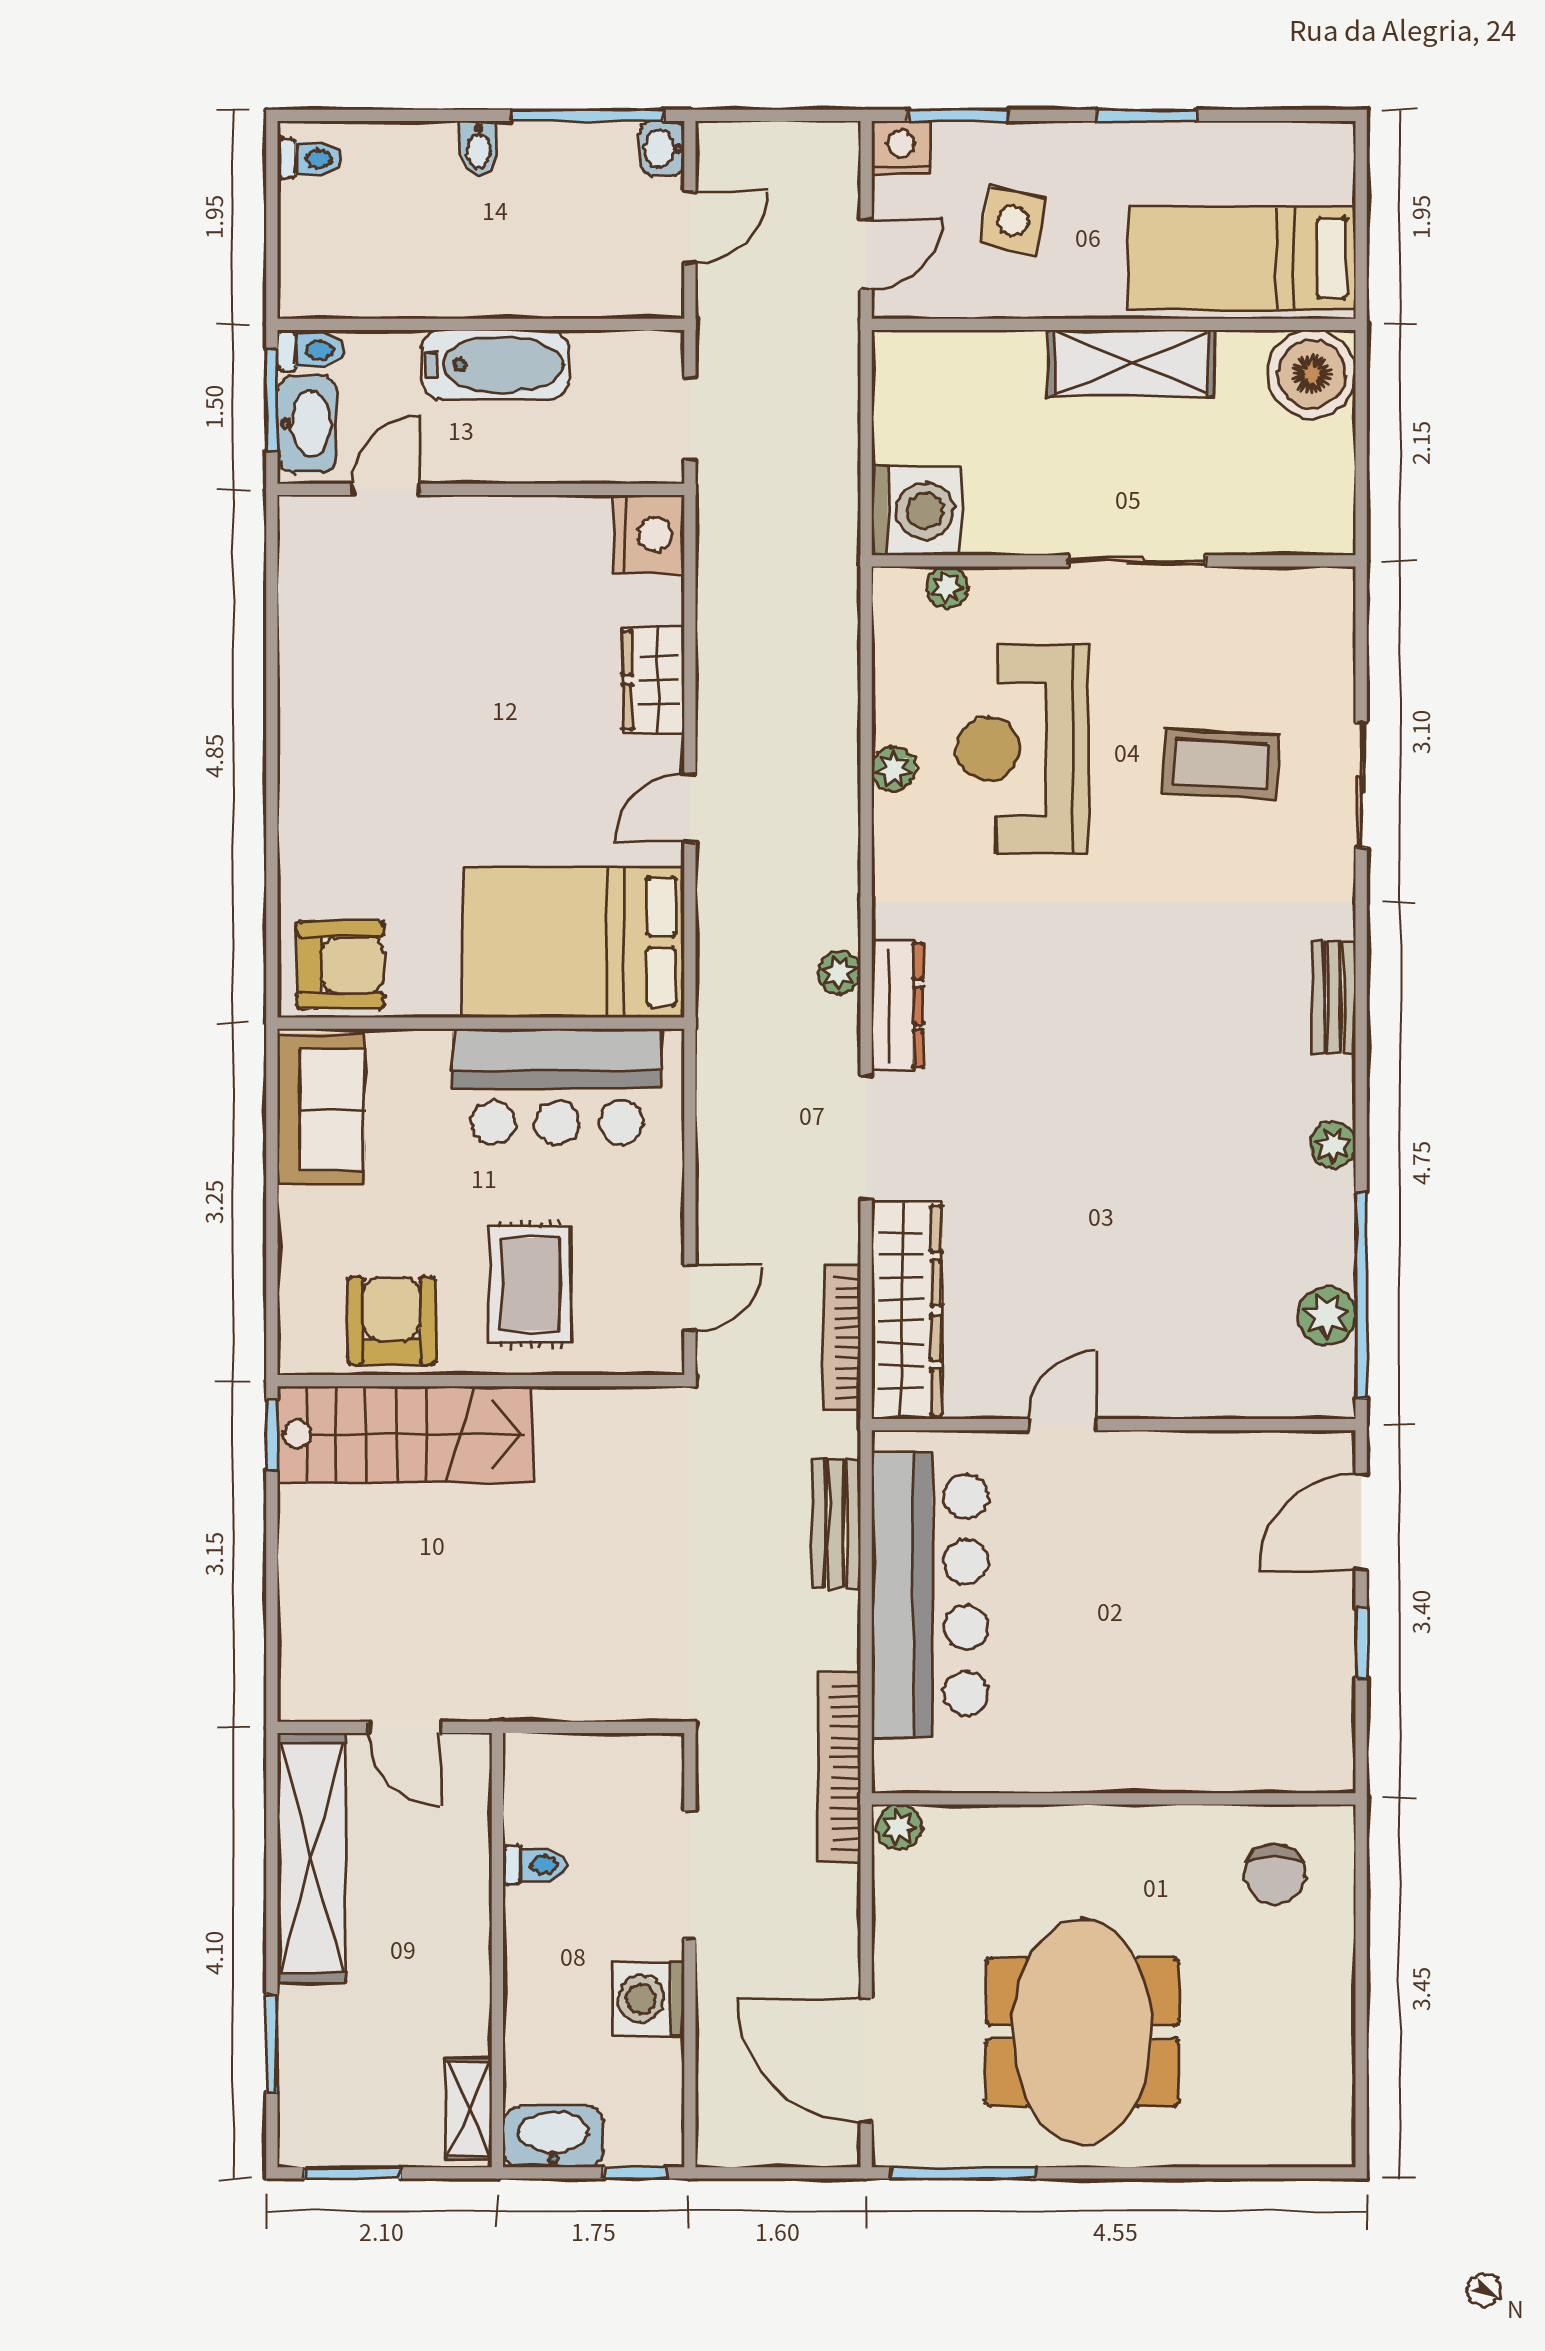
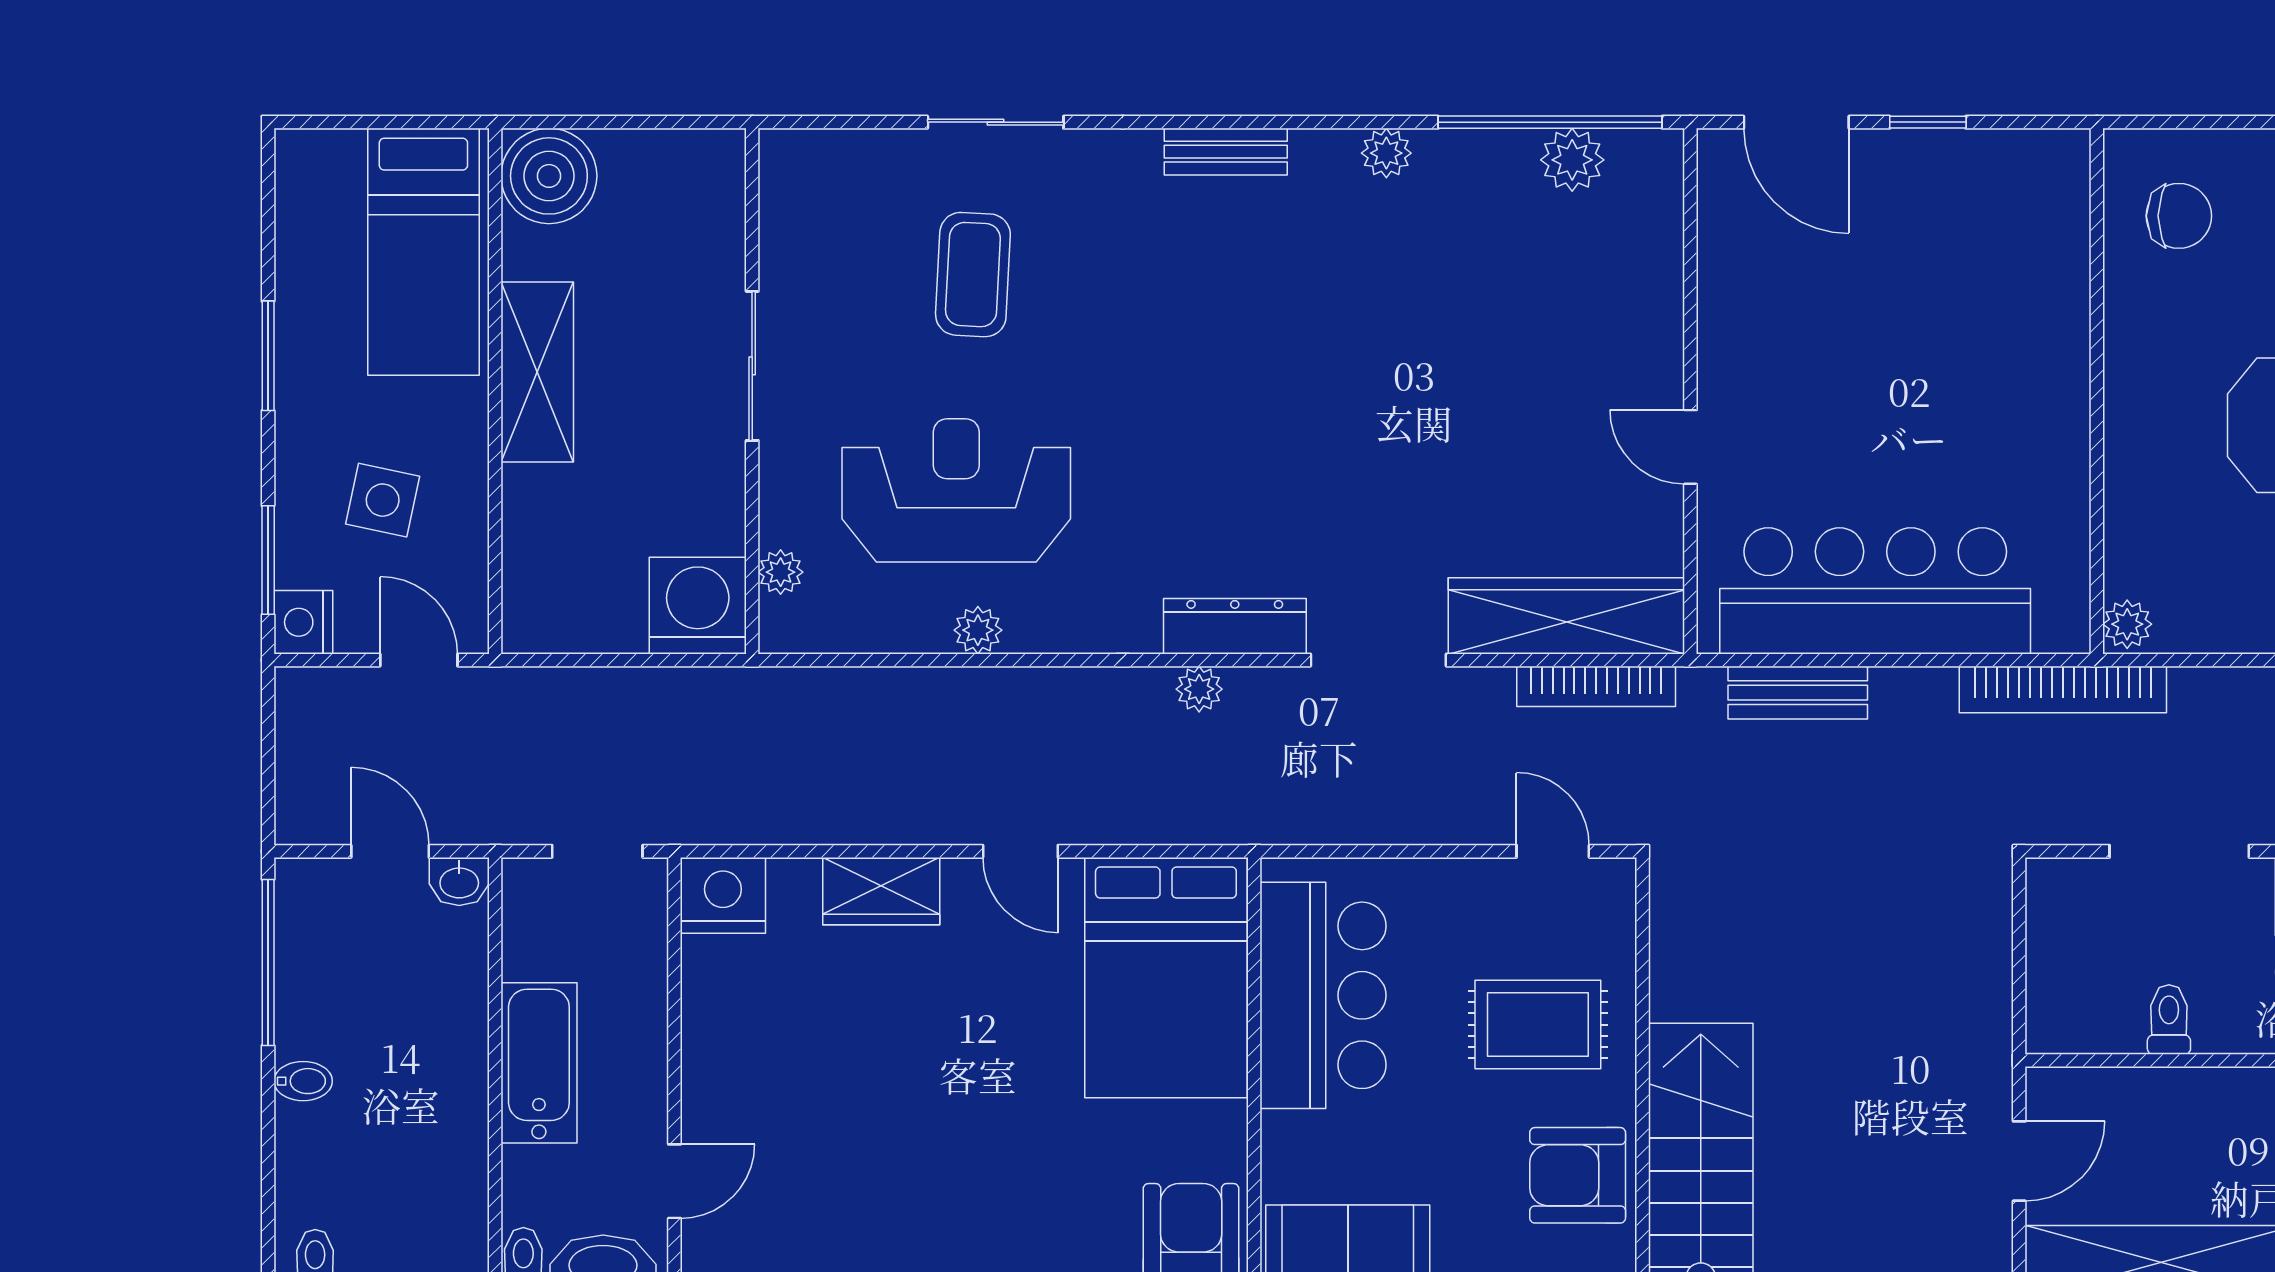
washbasin: (662, 148) -> (459, 881), moved
door: (386, 489) -> (674, 1181), swing flipped
reception desk: (1022, 749) -> (956, 490), turned 180

